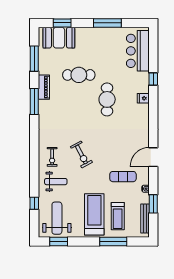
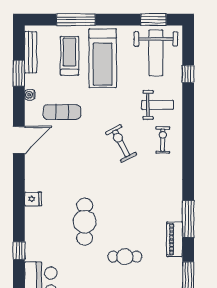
cafe table: (79, 75) -> (125, 257), width x0.73, depth x0.74
fridge: (143, 98) -> (33, 199), moved
weight bench: (56, 182) -> (157, 105), turned 180

